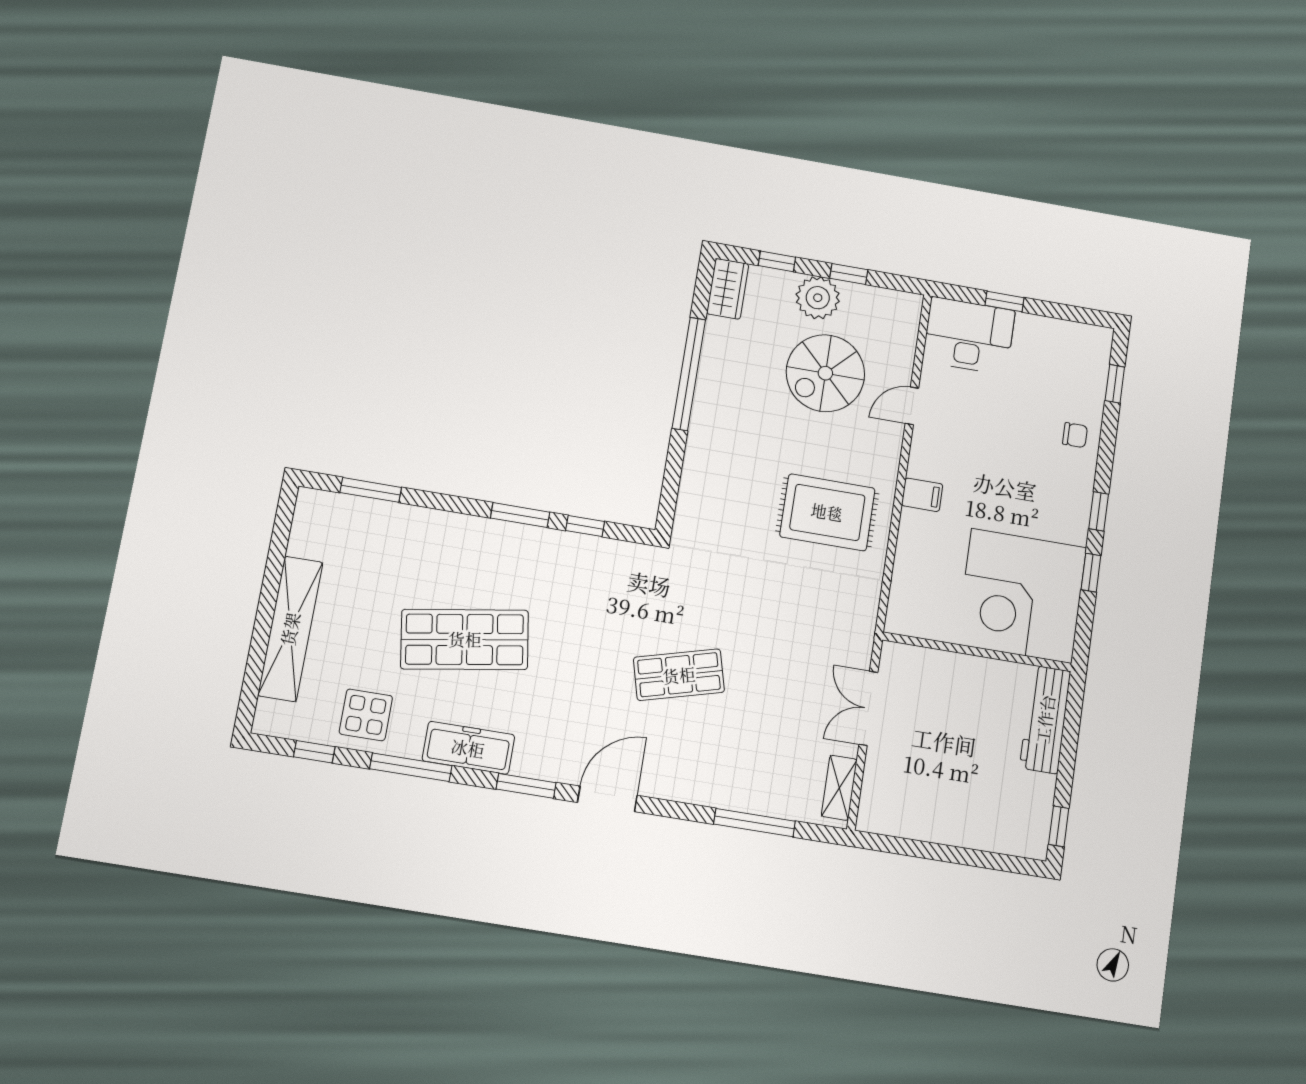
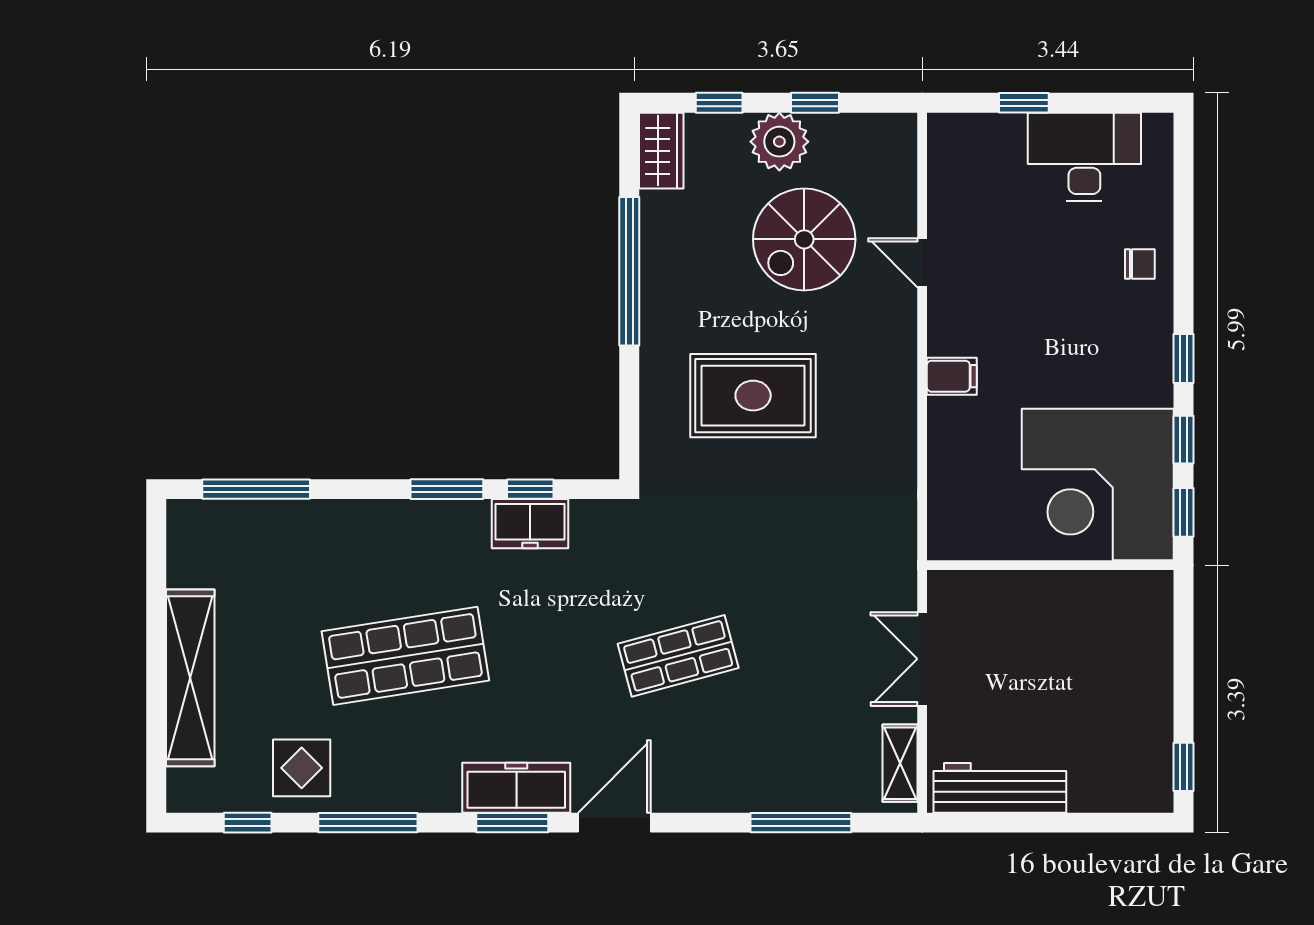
desk: (969, 336) -> (1084, 157), moved
window: (1115, 384) -> (1184, 512), moved
door: (912, 406) -> (922, 263), hinge flipped
window: (371, 490) -> (256, 489), width x1.44
rug: (827, 512) -> (753, 396), moved
freezer: (580, 553) -> (530, 524), added
workbench: (1045, 719) -> (1000, 788), moved, turned 90
freezer: (468, 748) -> (516, 788), moved

